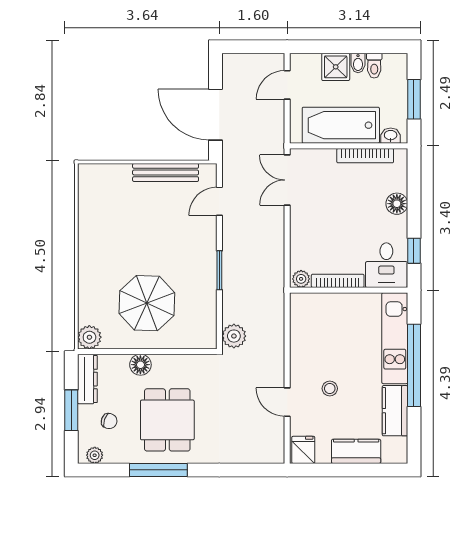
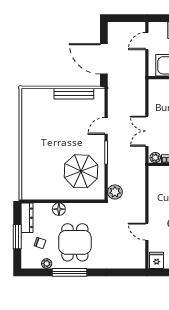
double door: (287, 180) -> (147, 131), moved
door: (219, 201) -> (106, 126), moved
parasol: (147, 303) -> (81, 171), moved
plant: (89, 337) -> (28, 193), removed
plant: (95, 455) -> (47, 264), moved

